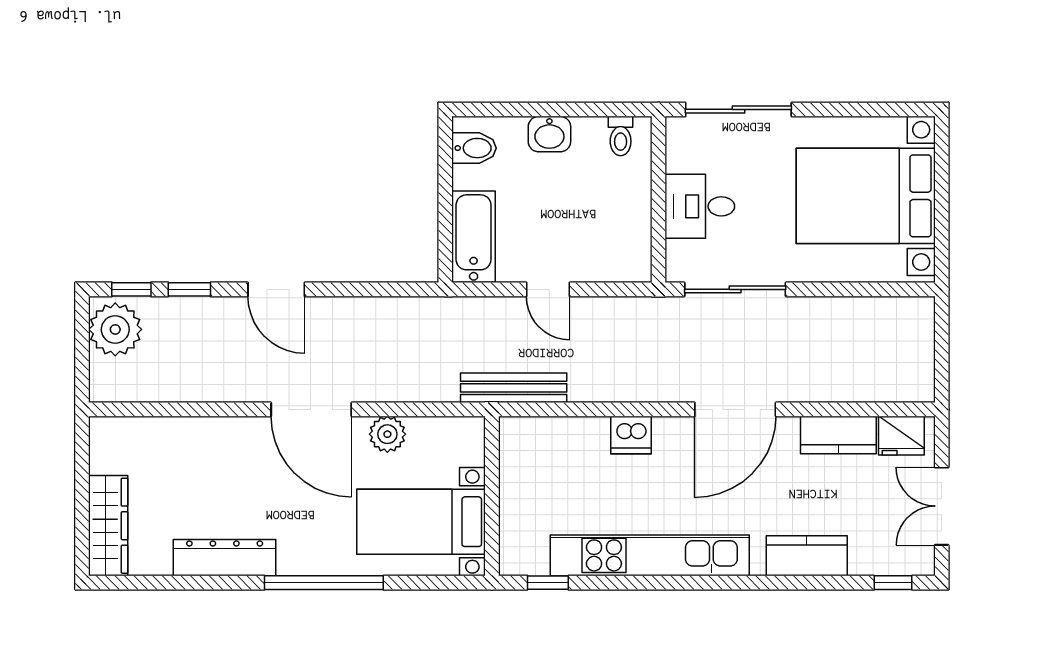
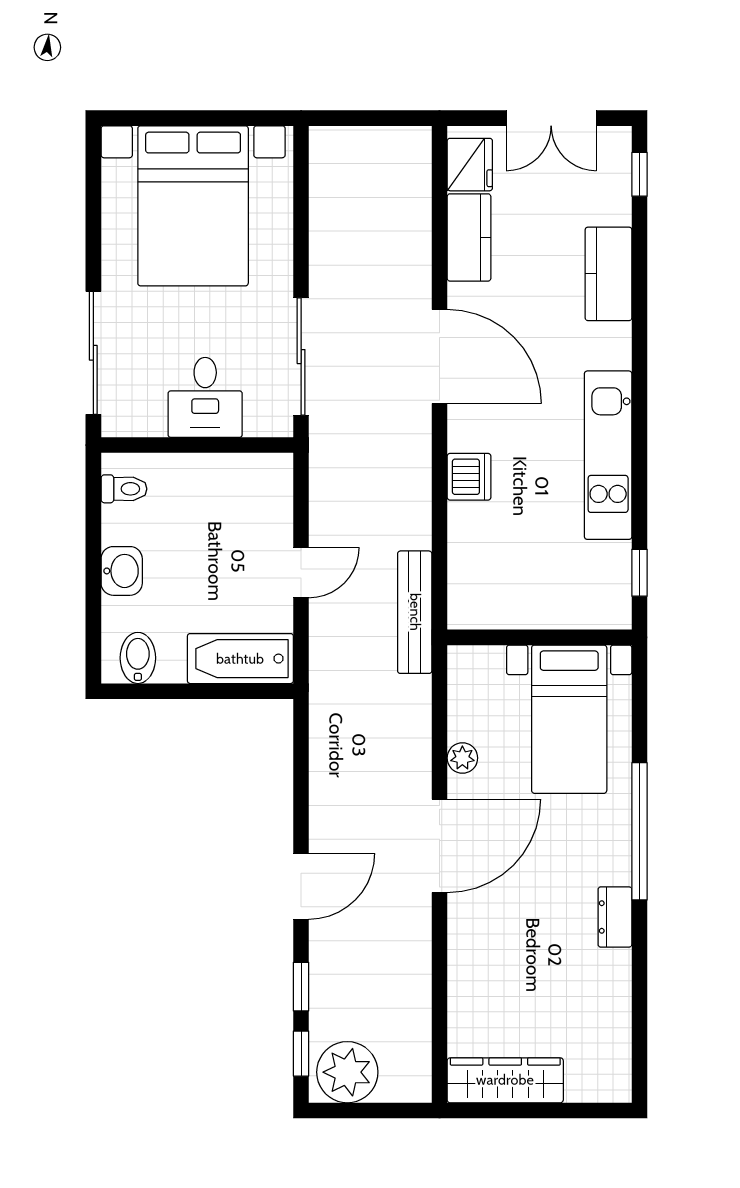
plant: (387, 434) -> (462, 758), width x0.73, depth x0.73
wardrobe: (108, 526) -> (505, 1080), moved
kitchen unit: (650, 555) -> (608, 455), width x0.73
dresser: (225, 558) -> (615, 917), width x0.51, depth x0.80

